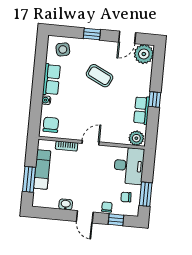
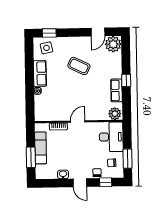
window: (92, 34) -> (49, 33), moved
chair: (51, 125) -> (44, 111), removed

